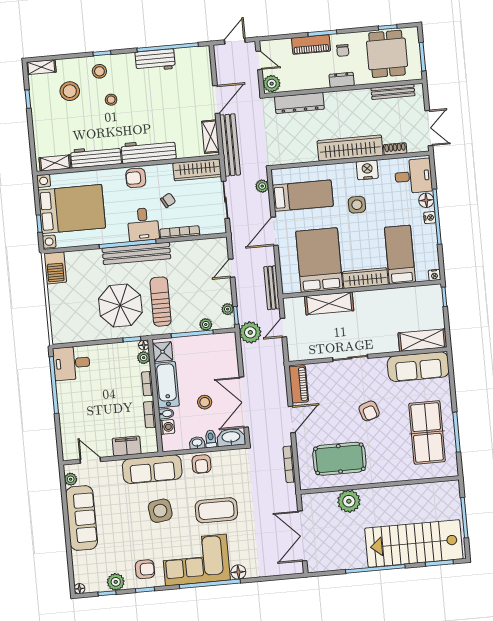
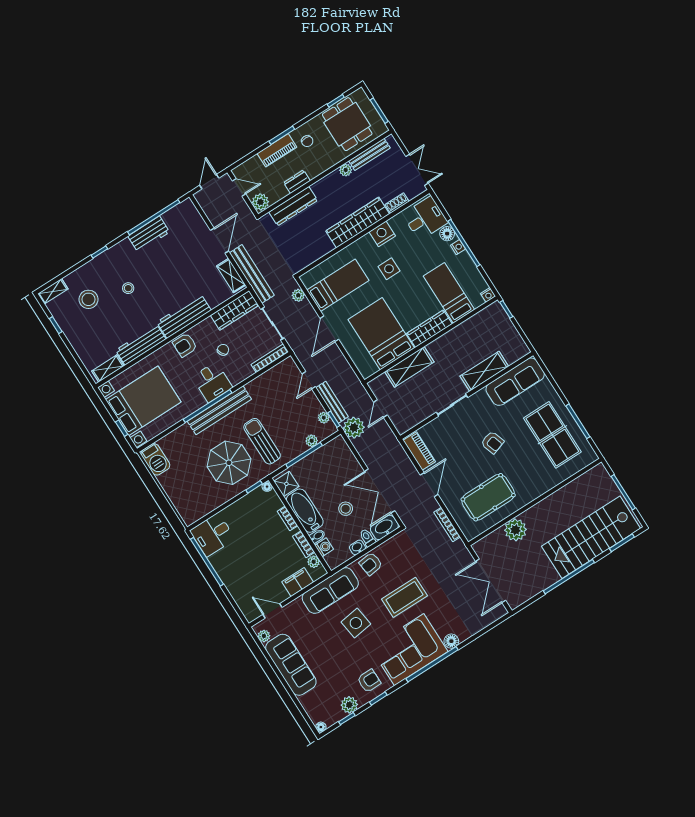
stool: (99, 71) -> (105, 269), removed
dresser: (342, 80) -> (297, 182), moved
plant: (364, 95) -> (346, 170), added
bookcase: (180, 232) -> (270, 358), moved
bench: (272, 288) -> (332, 402), moved
shelving: (422, 340) -> (484, 371), moved
plant: (144, 358) -> (314, 562), moved
armchair: (201, 464) -> (371, 564), turned 83

